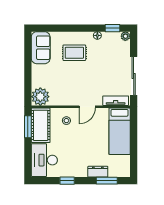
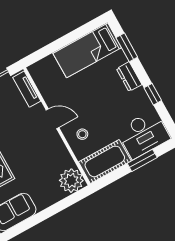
window: (28, 127) -> (142, 160), moved
bed: (120, 131) -> (87, 50), moved, turned 180
dresser: (98, 172) -> (129, 77), moved

